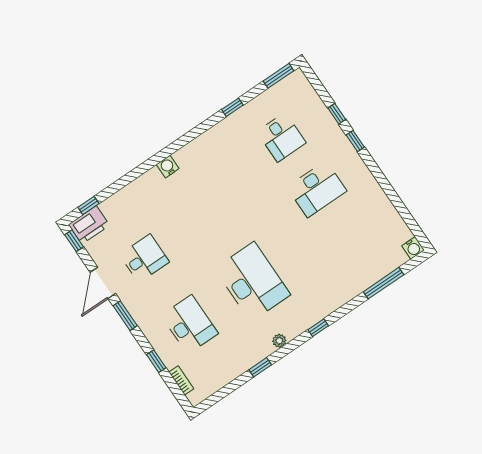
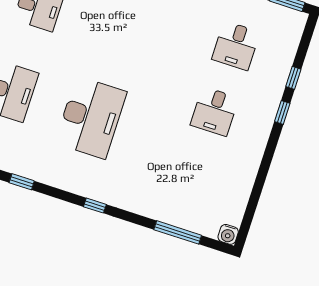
desk: (317, 189) -> (215, 111), width x0.73
plant: (279, 341) -> (58, 181), removed

